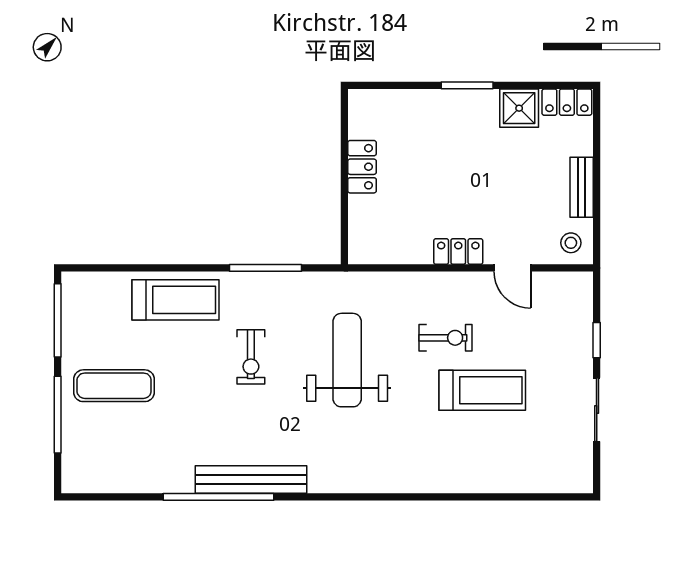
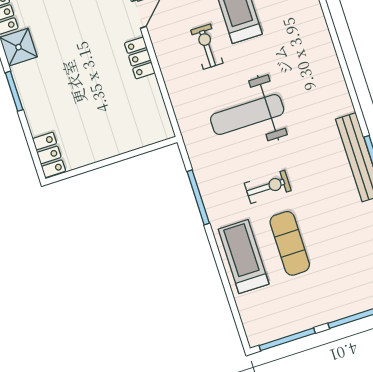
locker: (362, 167) -> (49, 155), moved, turned 90
exercise mat: (114, 386) -> (290, 243), moved

